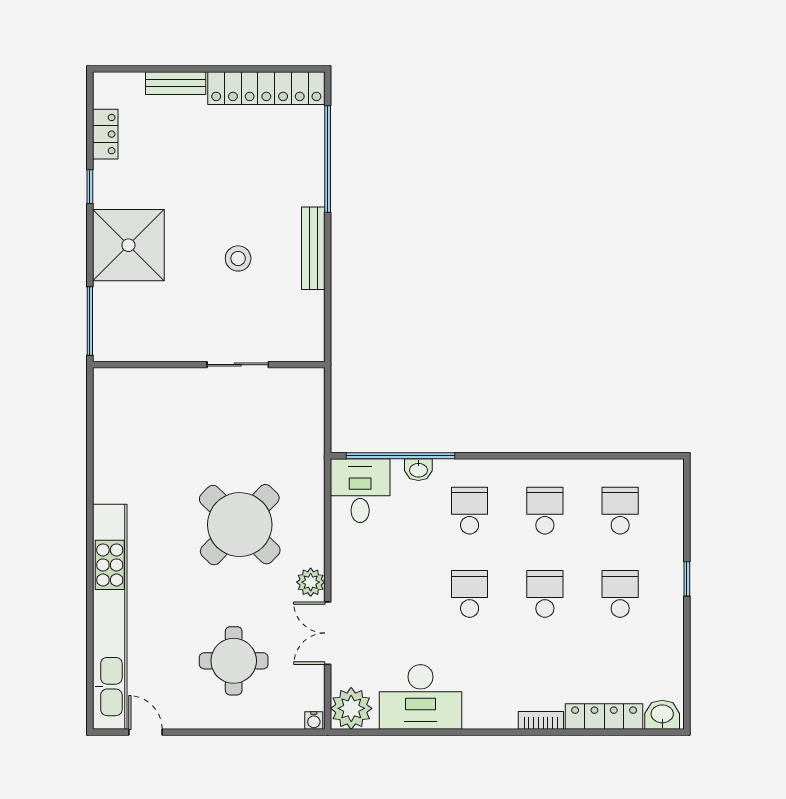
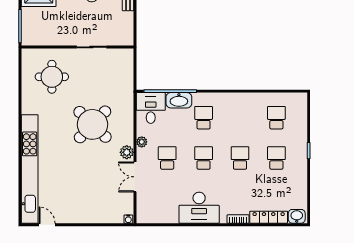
washbasin: (418, 470) -> (179, 100), width x1.91, depth x1.45
school desk: (545, 511) -> (167, 158), moved
round table: (234, 661) -> (52, 77), moved
desk: (421, 697) -> (199, 208), moved
plant: (351, 708) -> (142, 142), moved, width x0.53, depth x0.53

